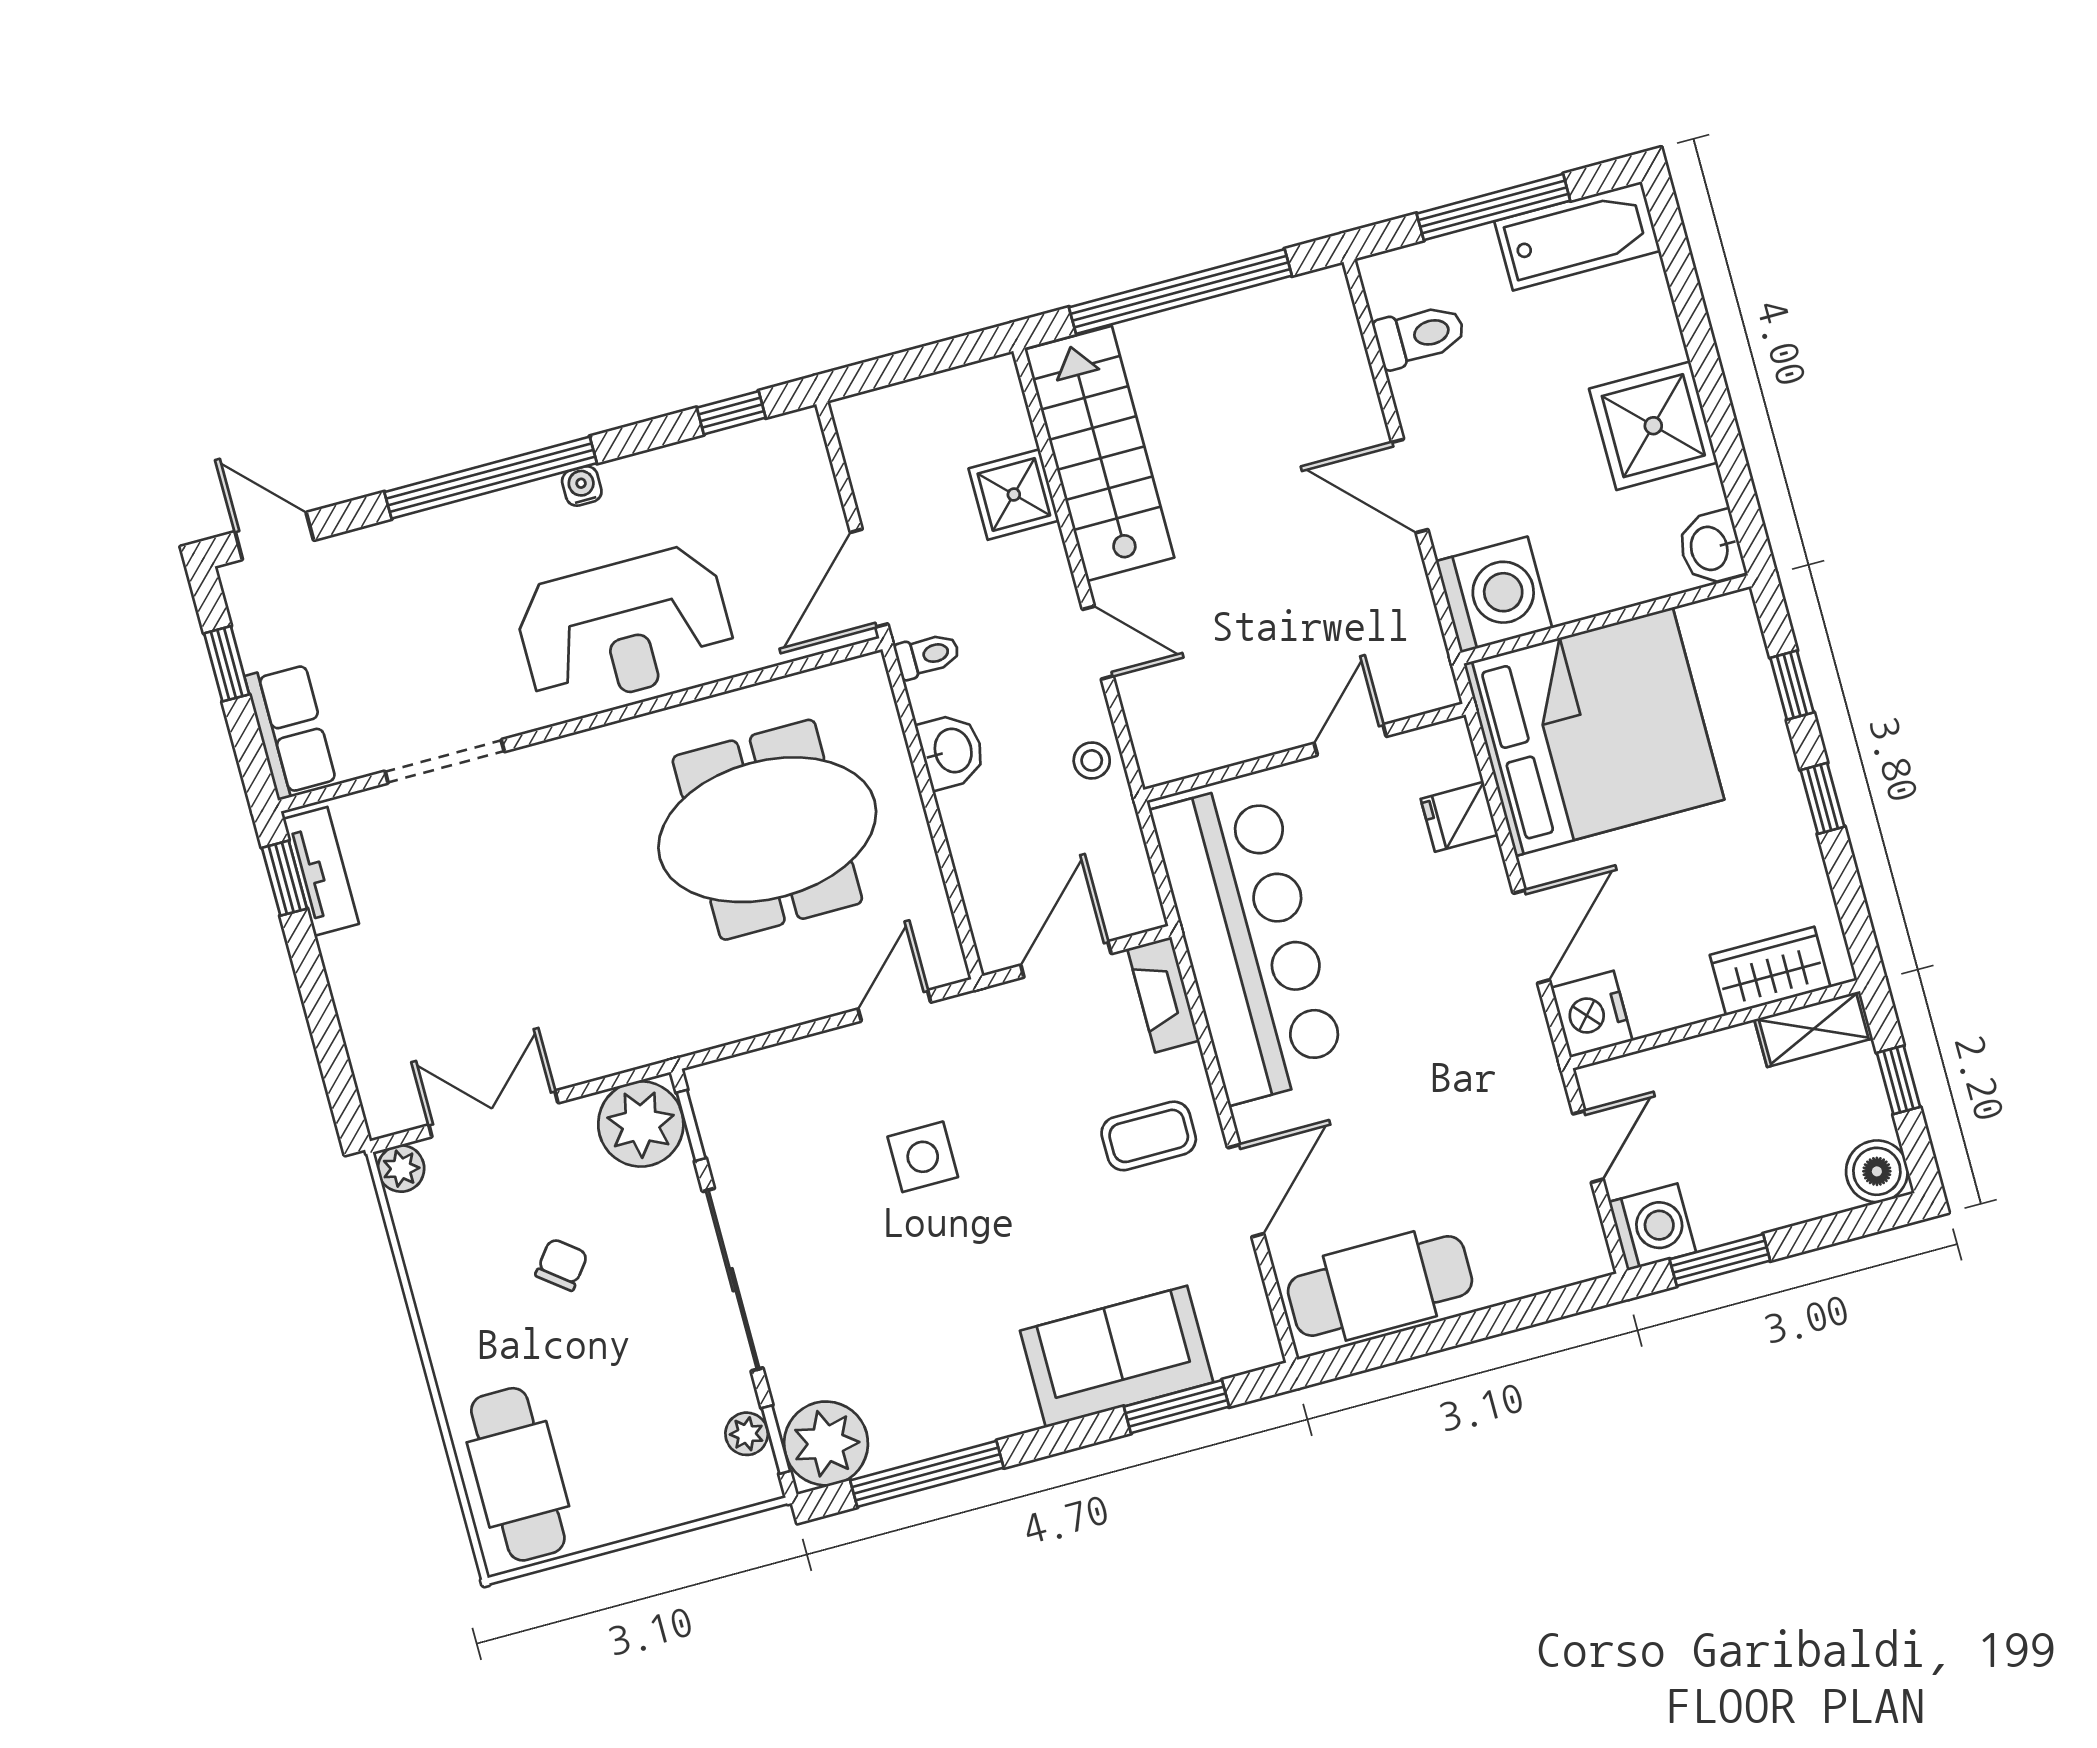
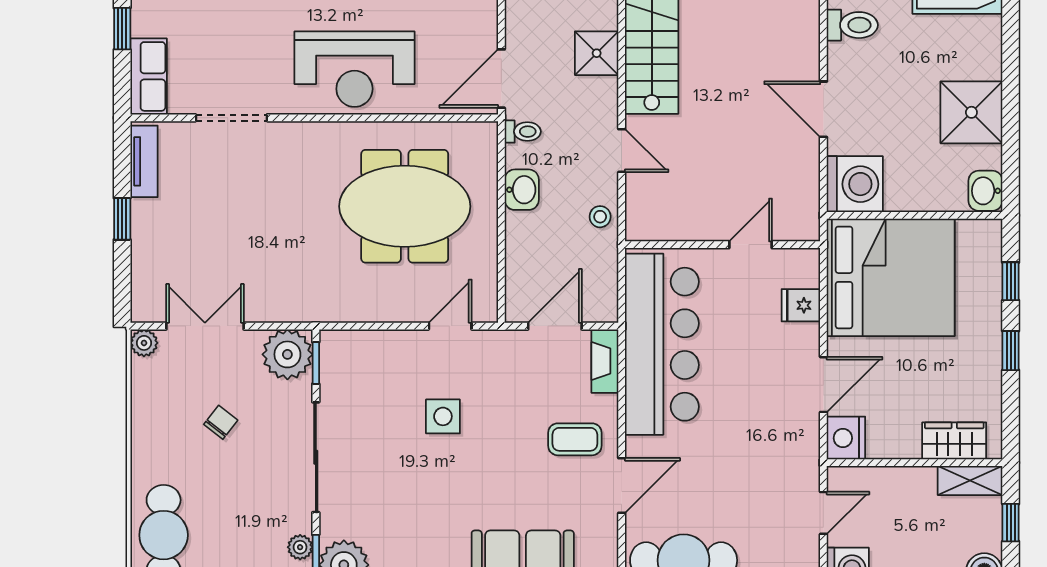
window: (284, 878) -> (122, 219), moved

